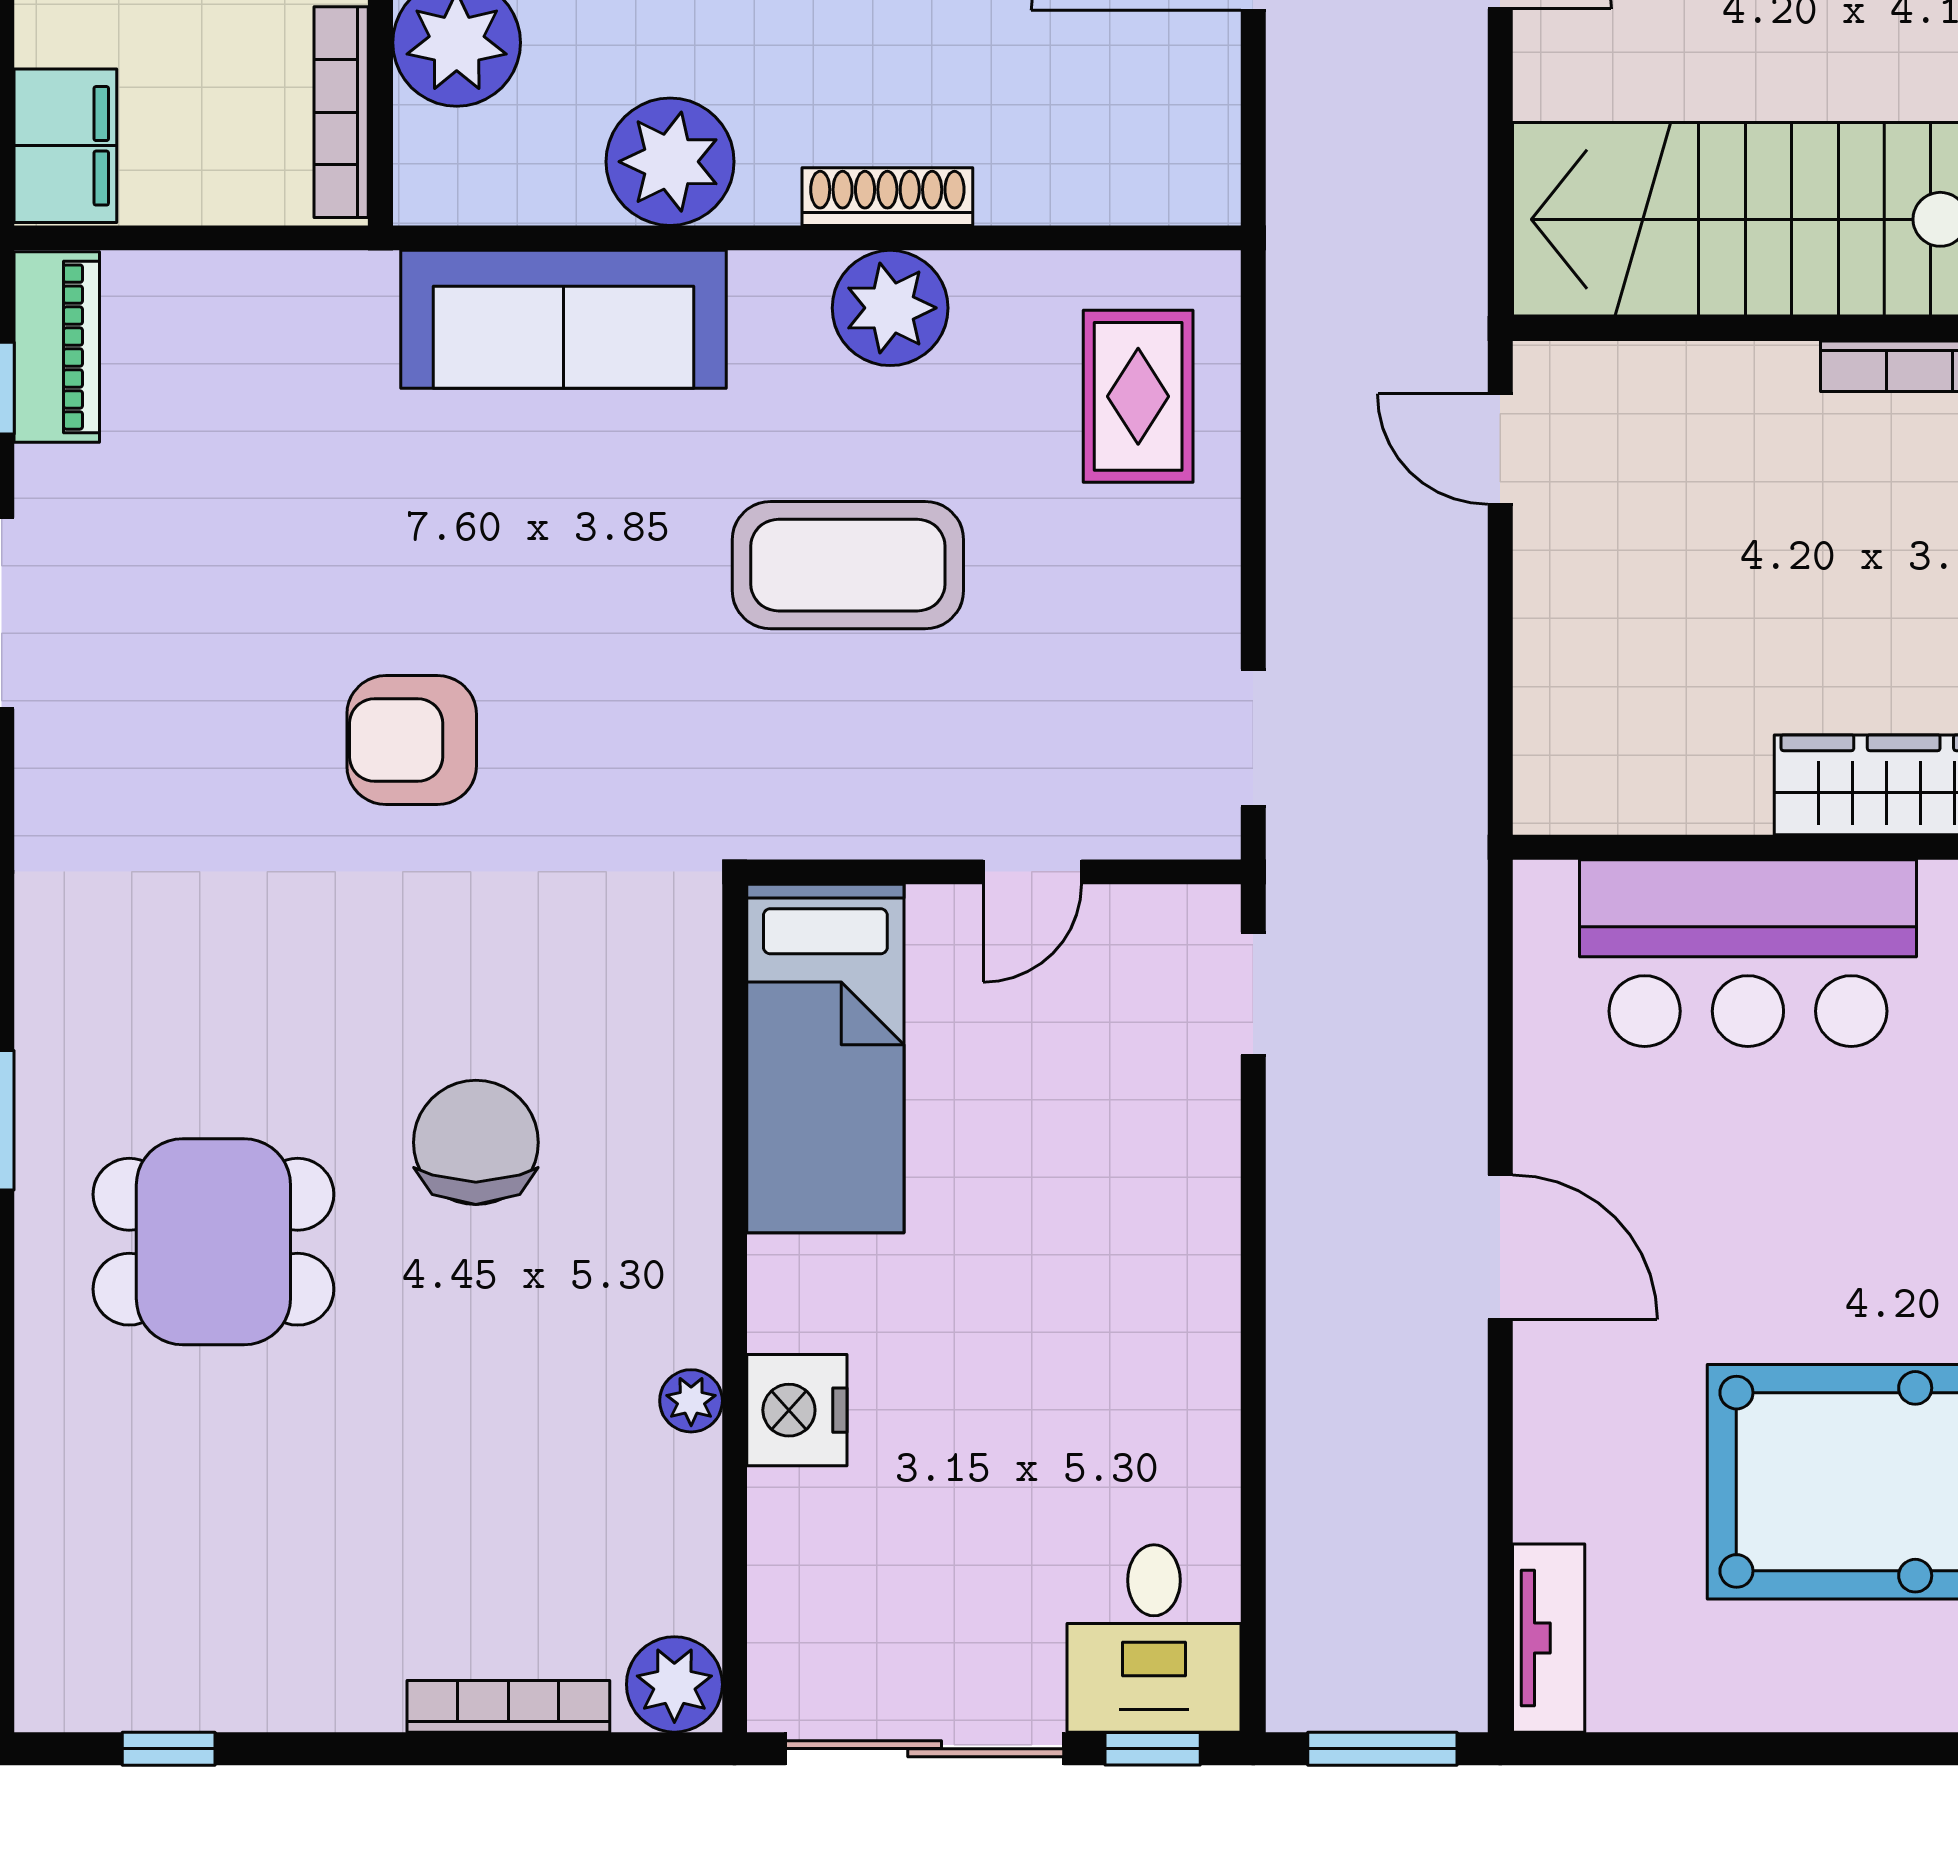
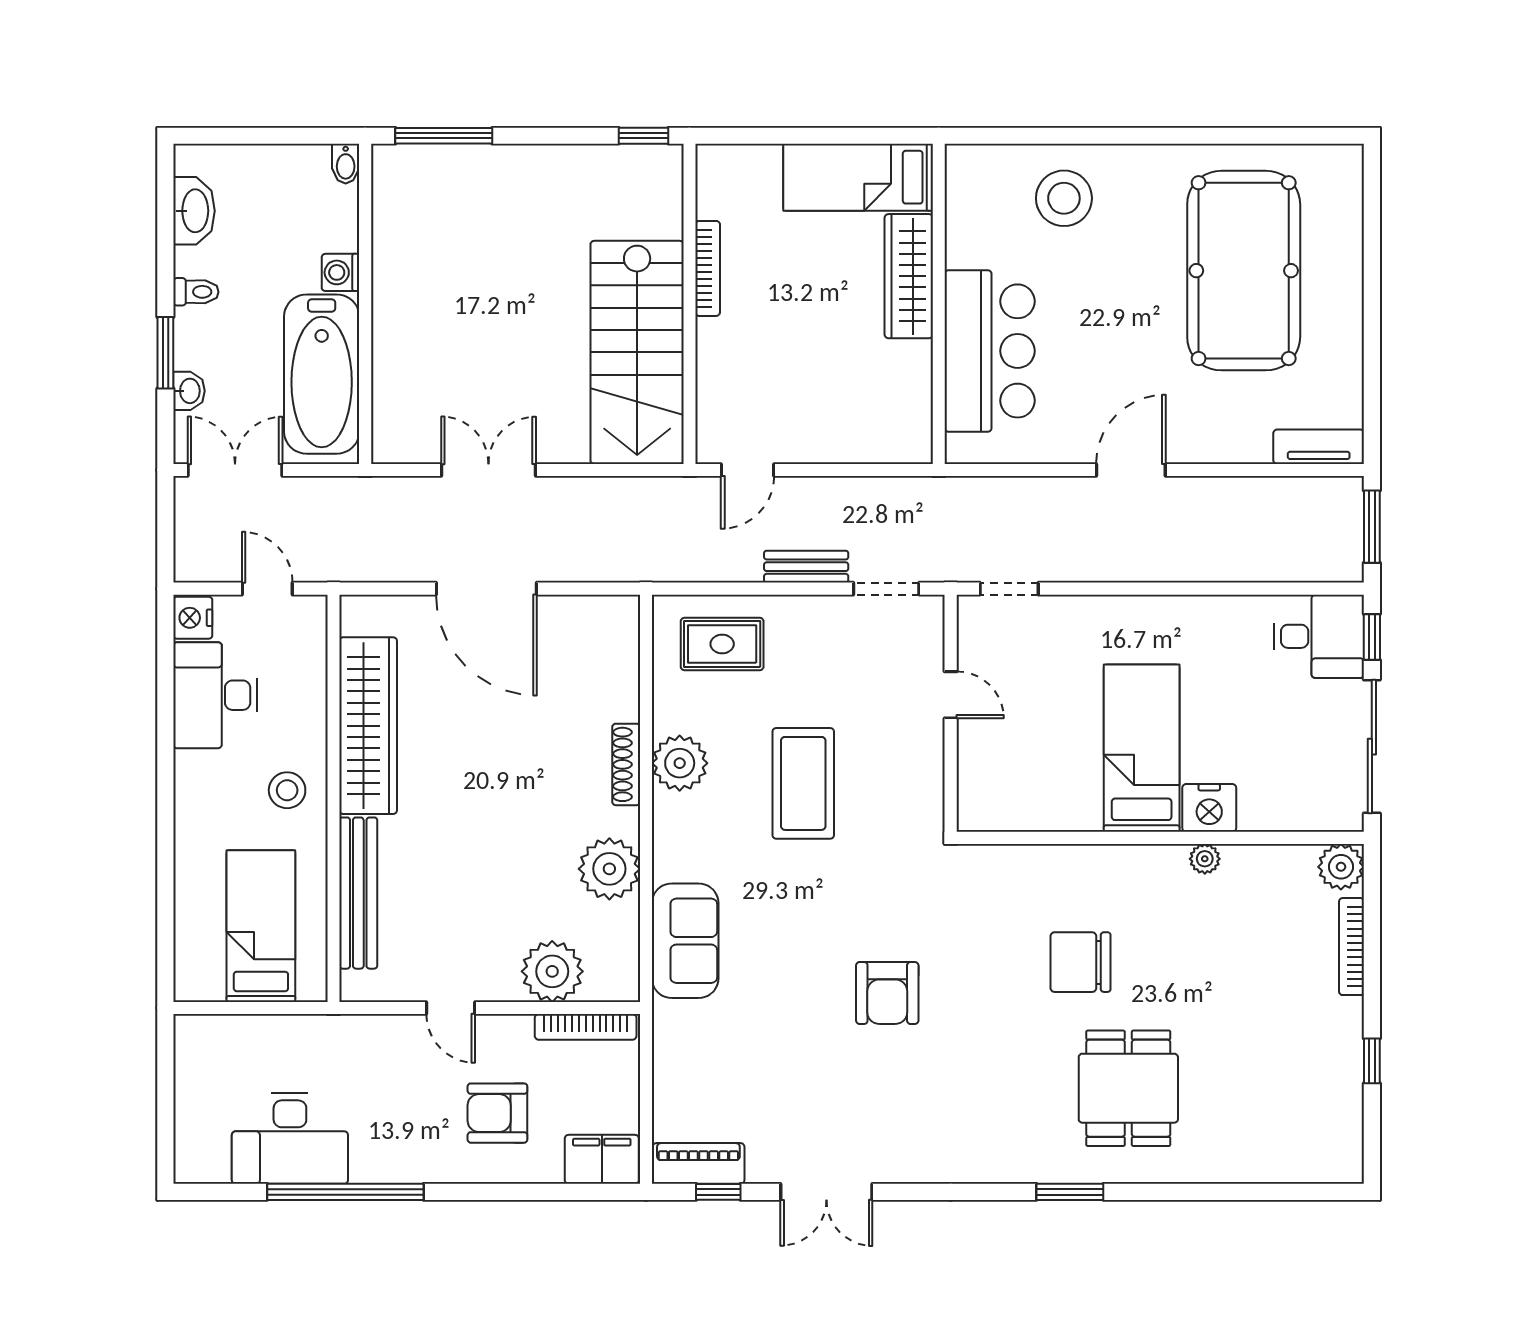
sofa: (563, 319) -> (685, 941), width x0.73
bench: (1299, 571) -> (806, 567), added
bed: (825, 1059) -> (1142, 748), moved, turned -90
window: (169, 1749) -> (1372, 1061), moved

